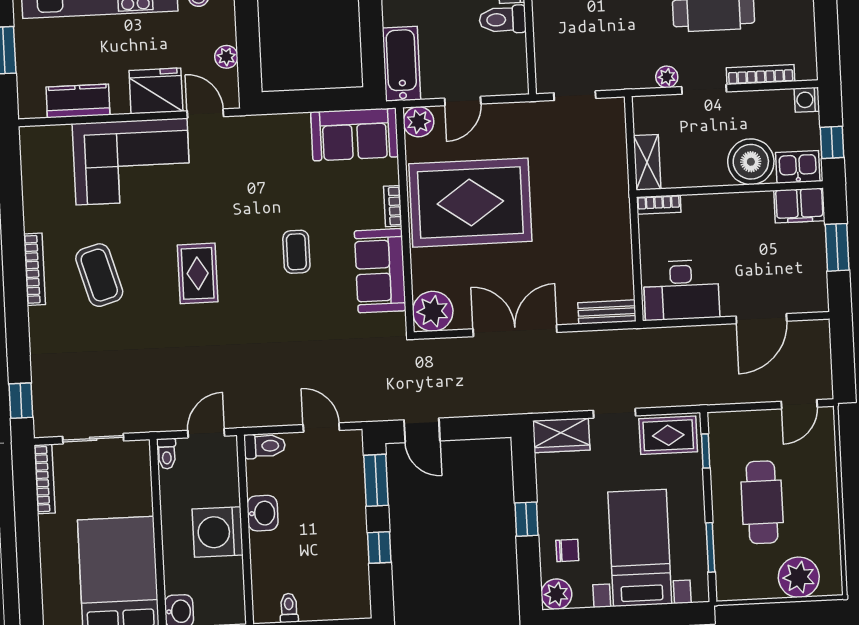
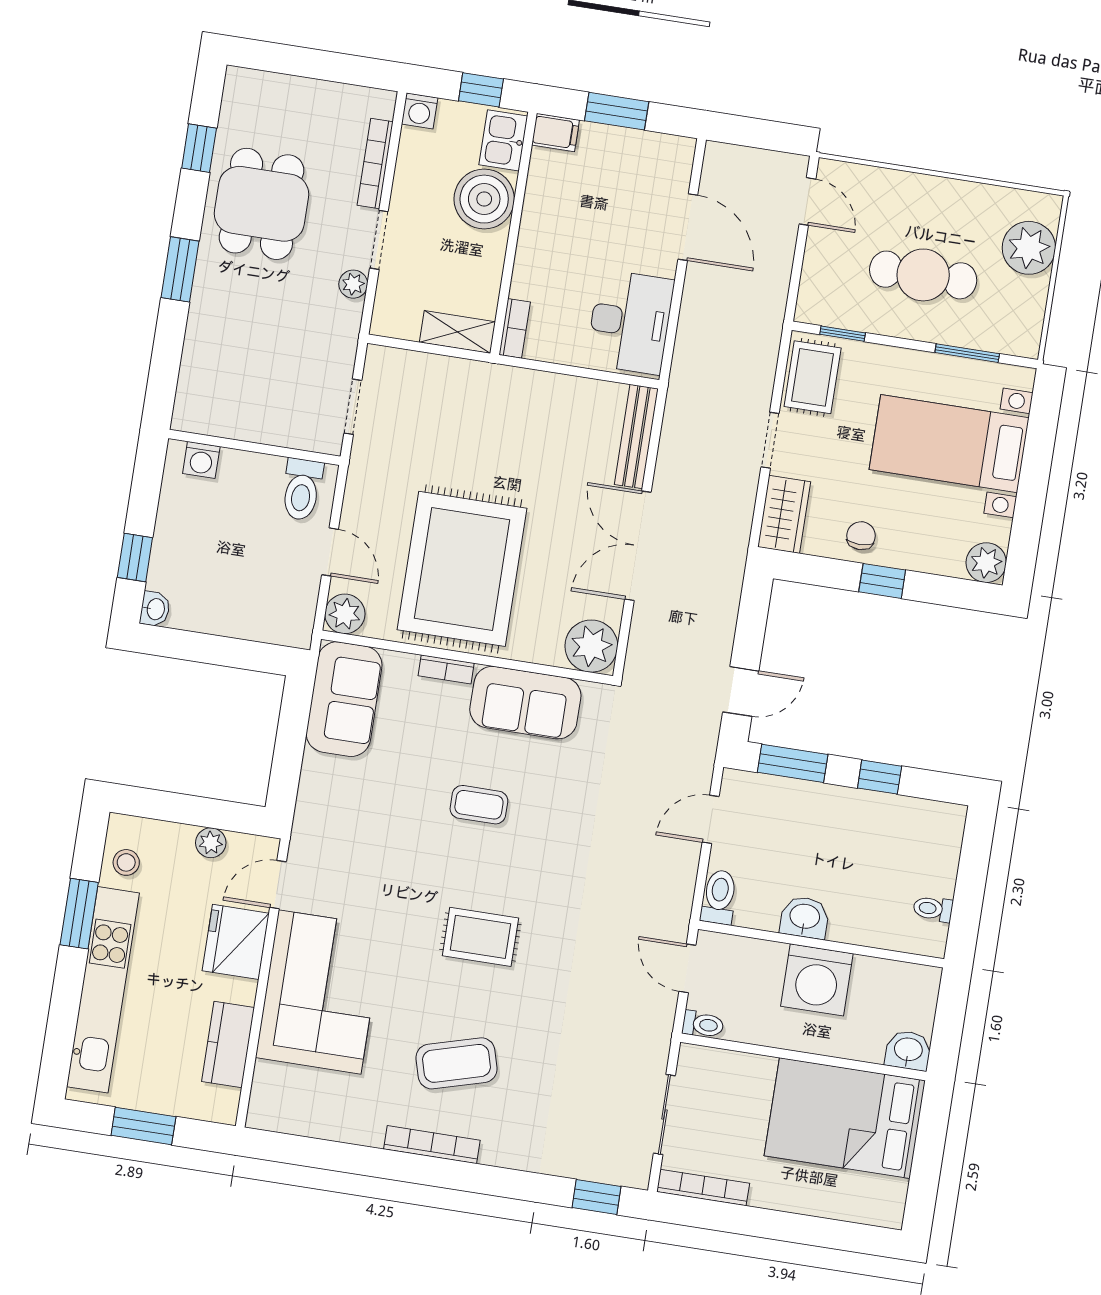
toilet: (503, 20) -> (302, 489), moved
bathtub: (401, 64) -> (266, 620), removed
filing cabinet: (799, 205) -> (556, 132), width x0.50
bench: (607, 312) -> (636, 437), width x1.36
chair: (567, 550) -> (861, 536), moved

